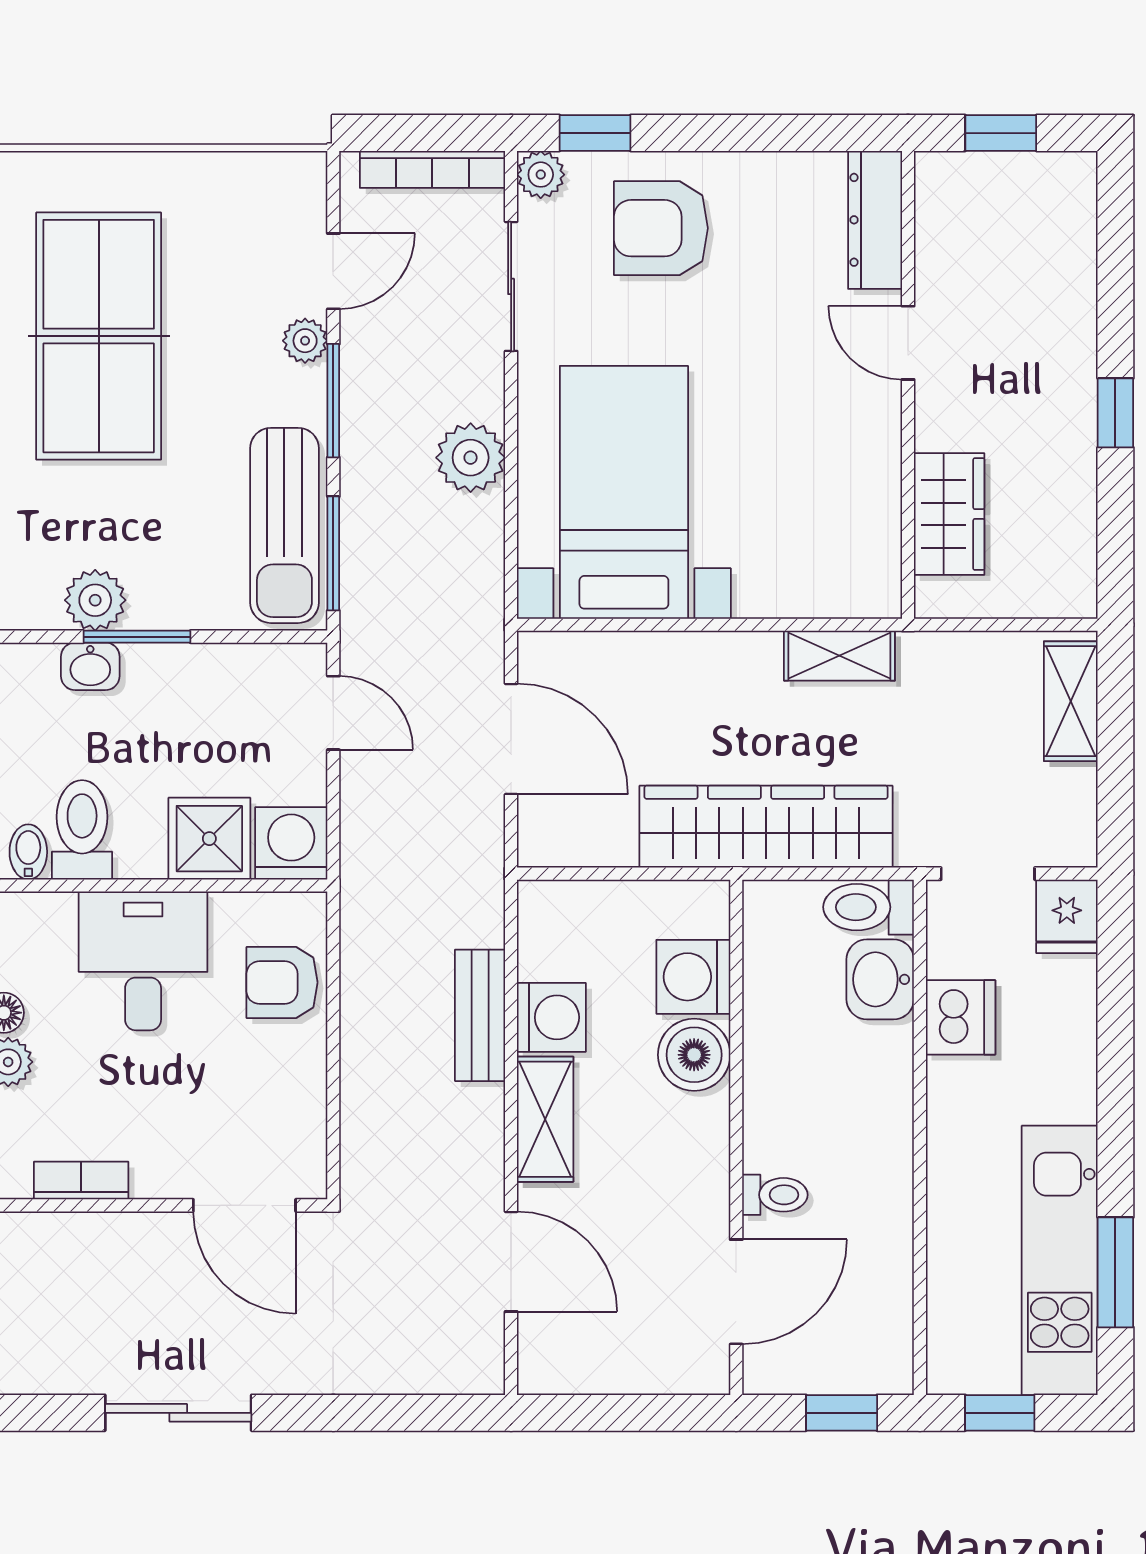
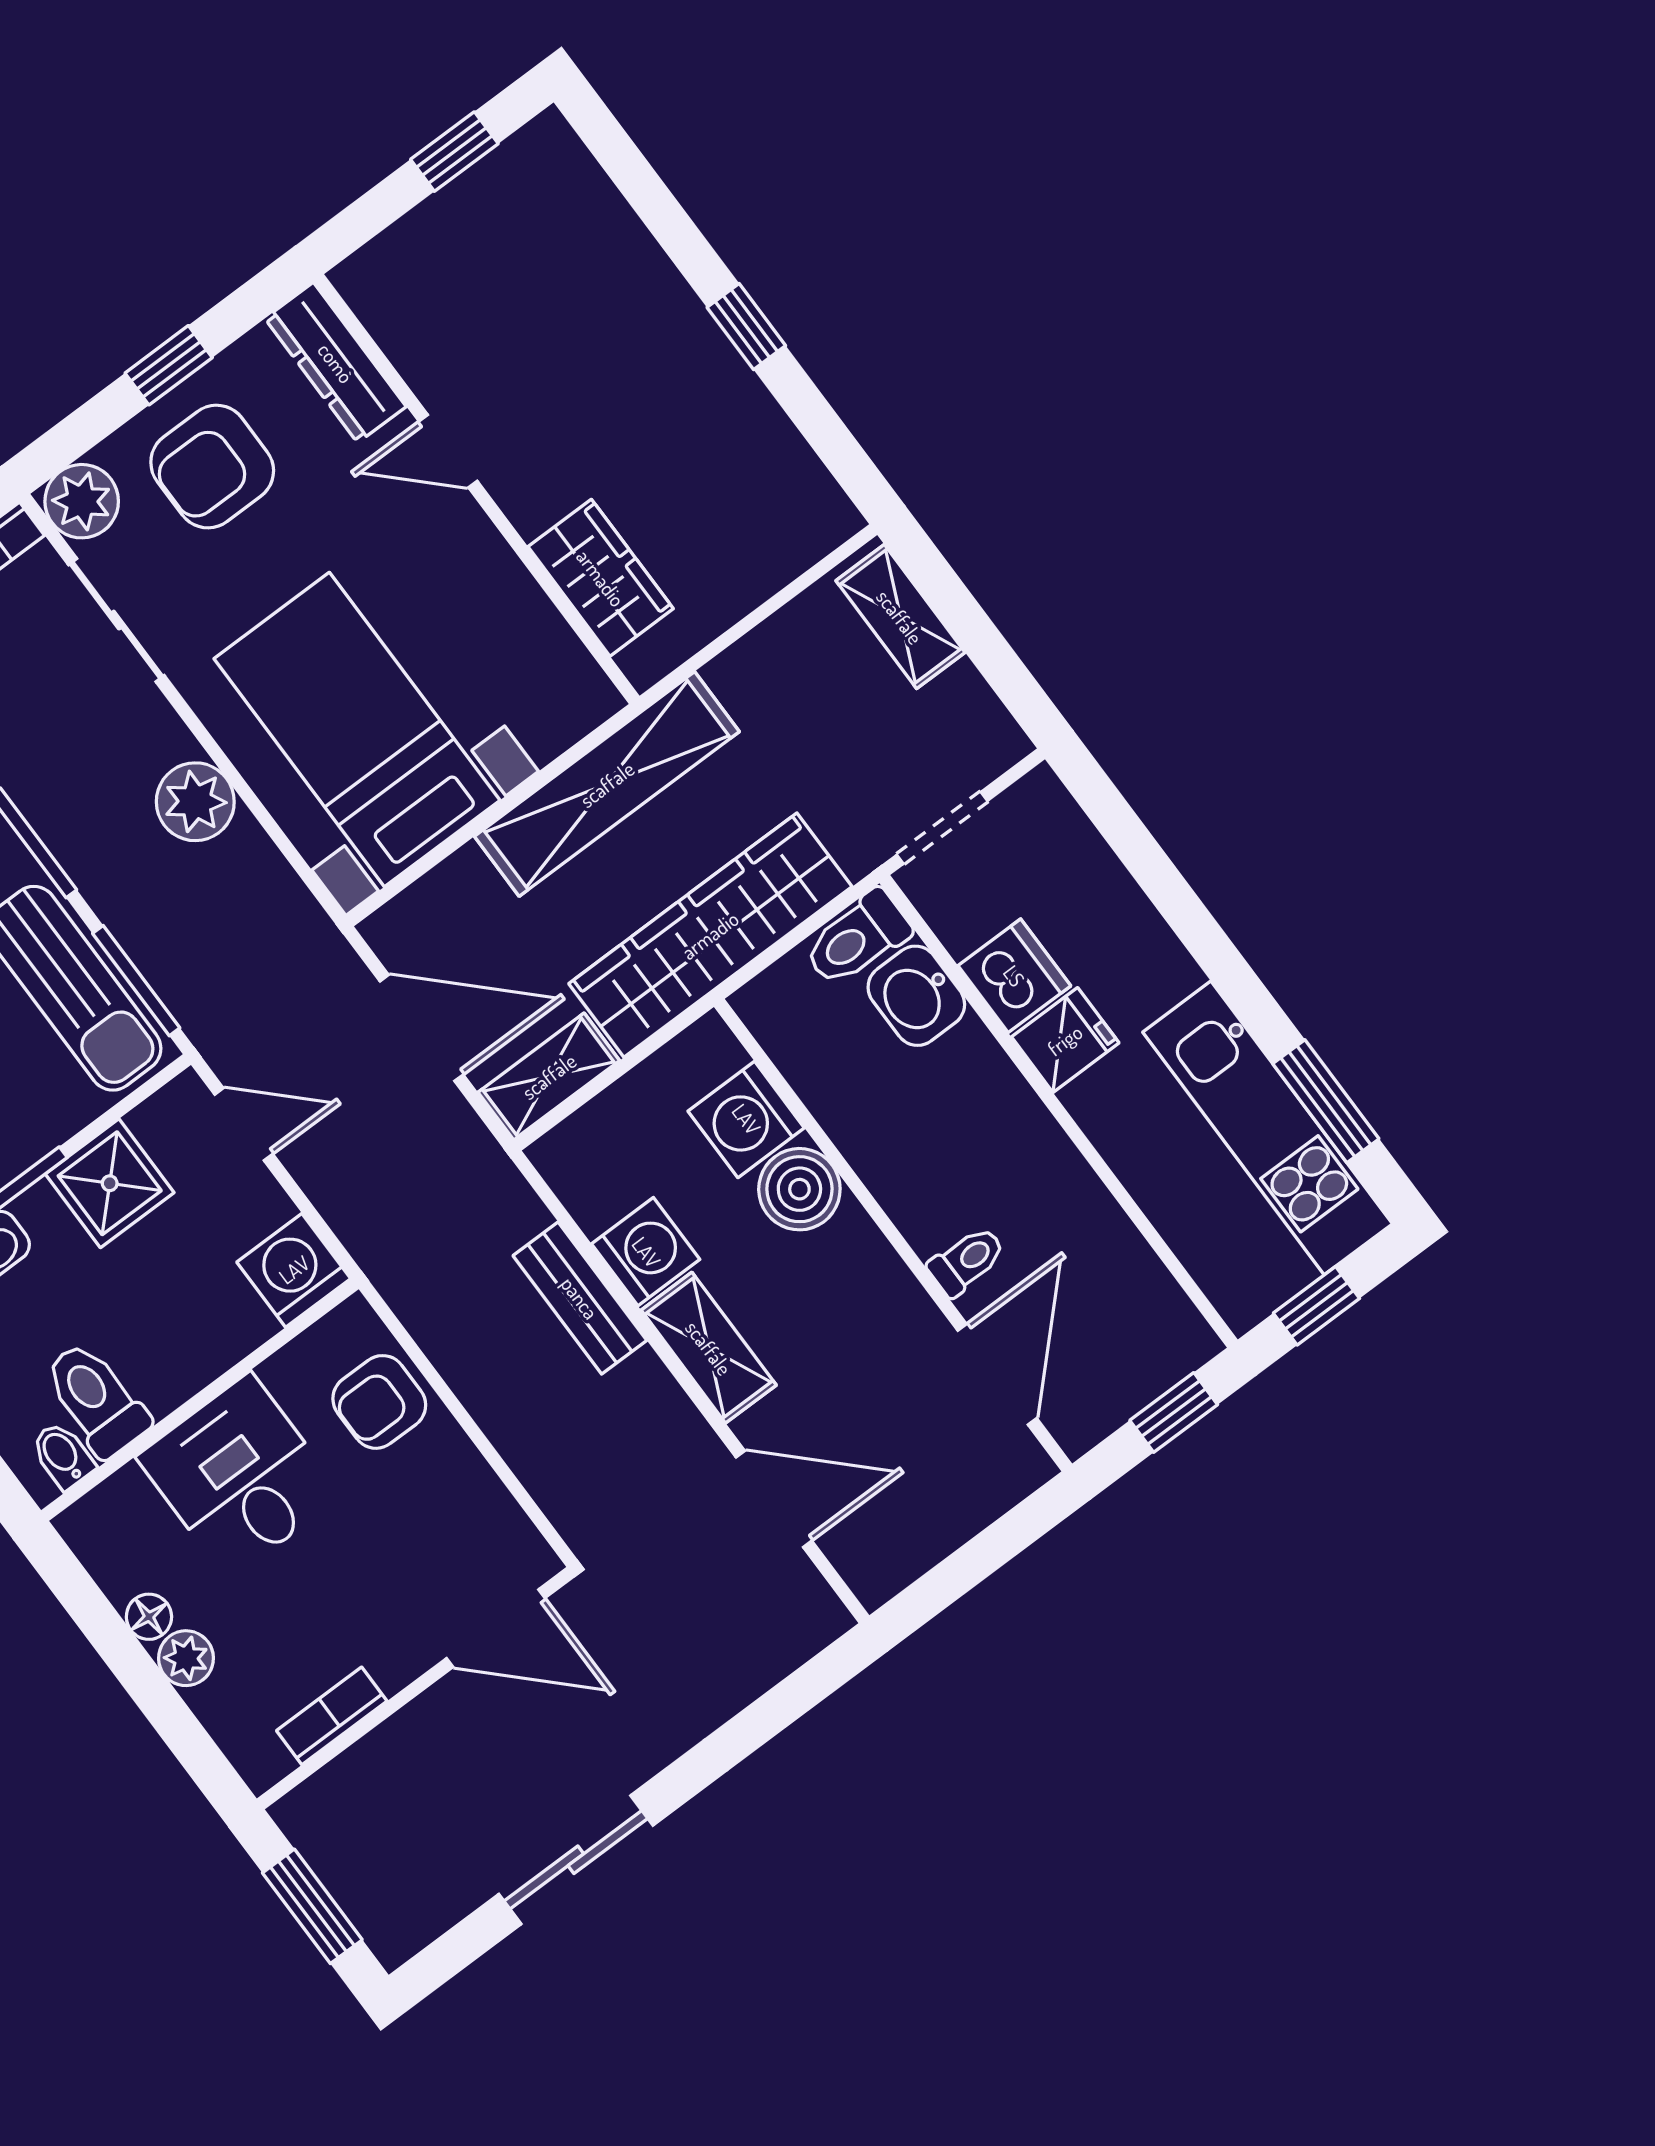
window: (595, 133) -> (169, 365), moved
plant: (541, 175) -> (82, 501), width x1.38, depth x1.38
dresser: (875, 220) -> (336, 363), moved
door: (908, 343) -> (448, 451), moved
wall: (908, 385) -> (476, 489), moved
wardrobe: (949, 514) -> (601, 578), moved
shelving: (839, 656) -> (607, 784), width x2.20, depth x1.33
shower: (209, 839) -> (110, 1183), moved
shelving: (576, 841) -> (549, 1076), added
fridge: (1067, 916) -> (1065, 1040), moved, turned -90

